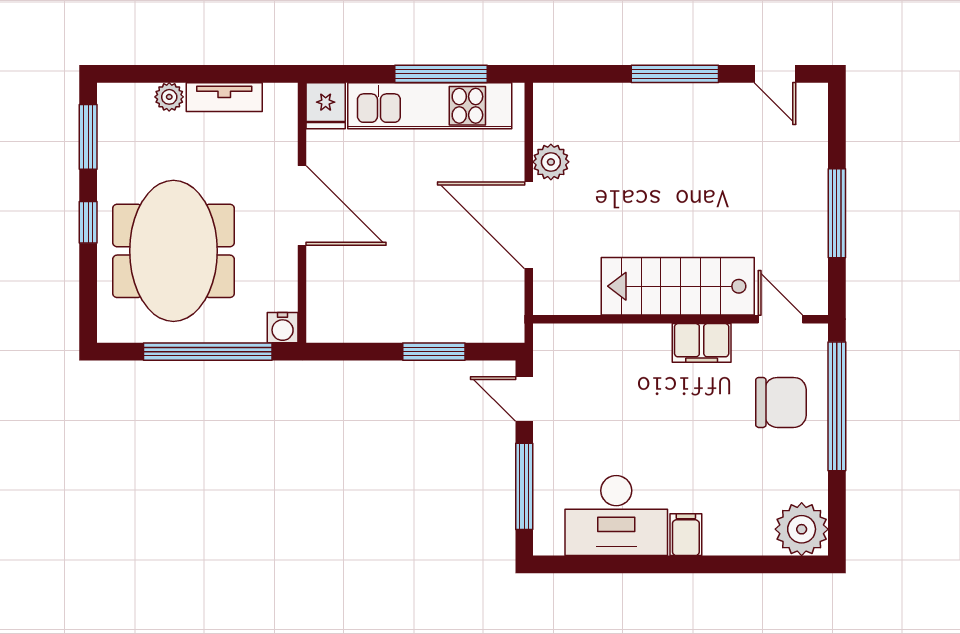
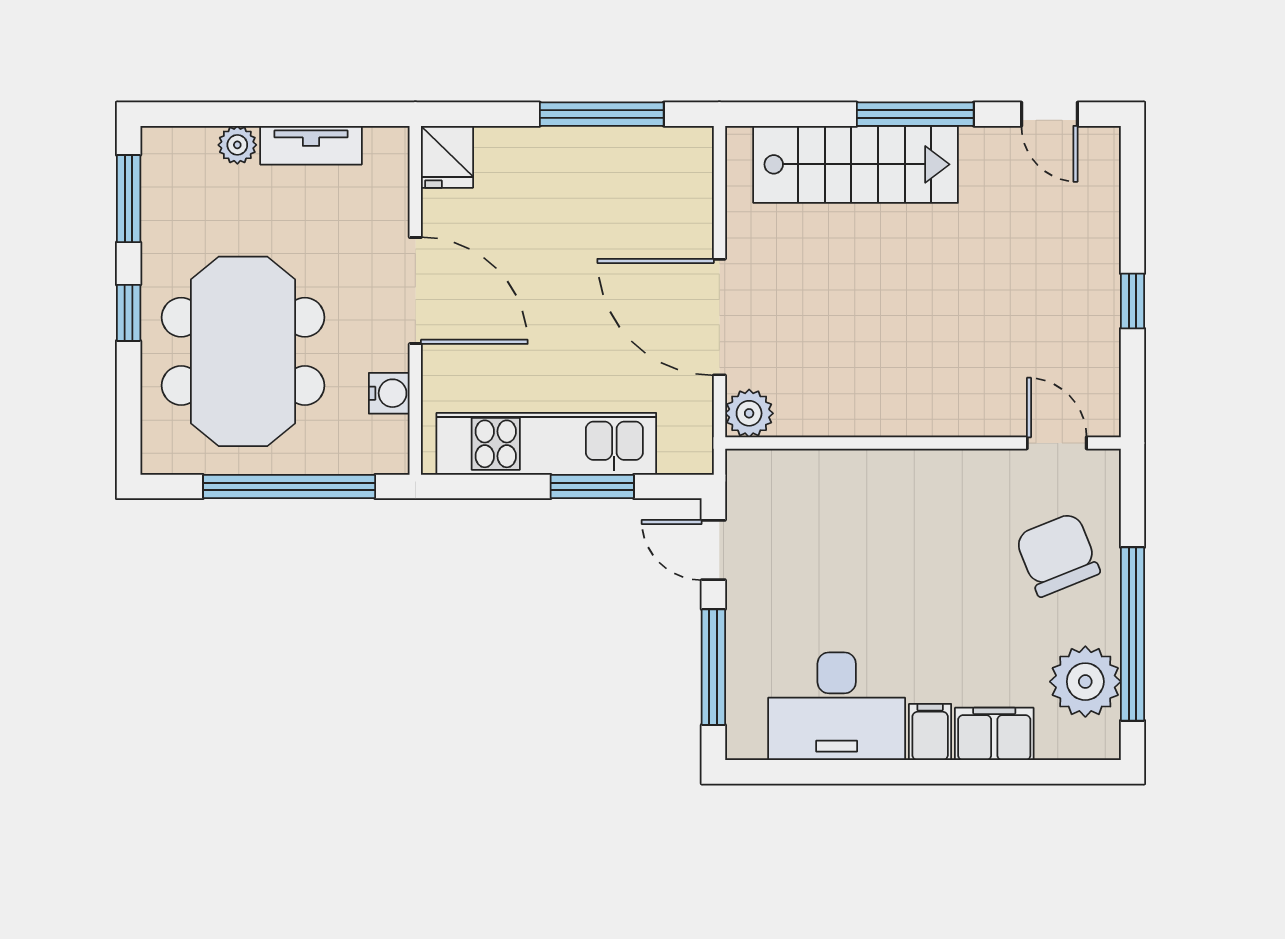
kitchen unit: (430, 106) -> (546, 444), moved, turned 180
plant: (551, 162) -> (749, 413), moved
window: (837, 213) -> (1133, 301), width x0.46
stairs: (678, 286) -> (856, 164), moved, turned 180
water cooler: (283, 328) -> (389, 393), moved, turned -90
filing cabinet: (702, 343) -> (994, 734), moved, turned 180
chair: (781, 402) -> (1058, 555), turned -112
window: (837, 406) -> (1133, 634), moved
plant: (802, 529) -> (1085, 682), moved

